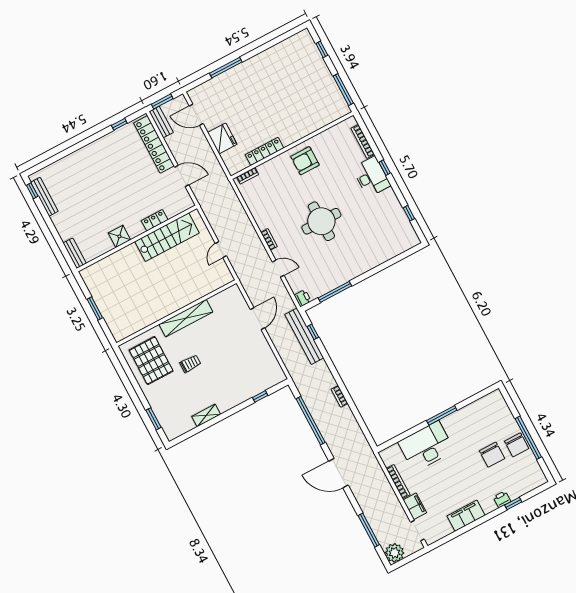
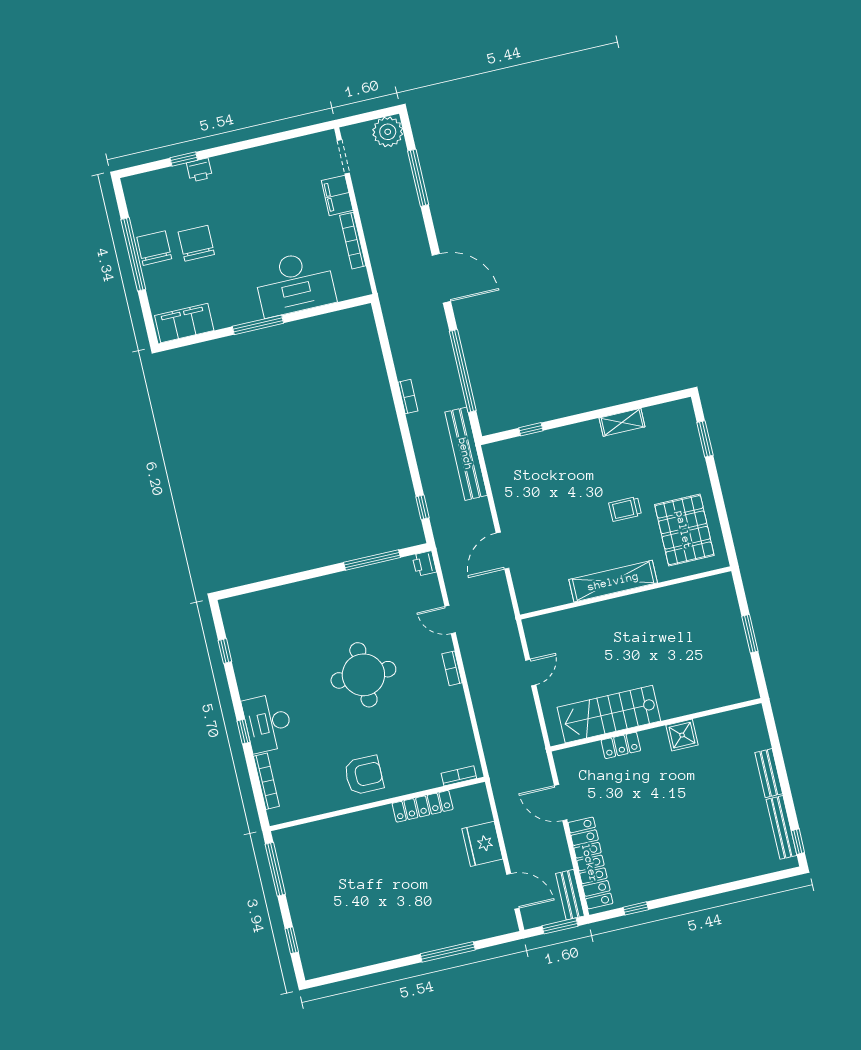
bench: (75, 253) -> (769, 773), moved
bench: (304, 336) -> (466, 454), moved
filing cabinet: (466, 516) -> (184, 323), moved, turned 180

